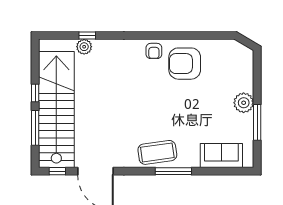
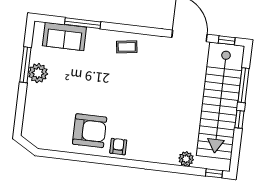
window: (87, 36) -> (214, 173), moved
plant: (244, 103) -> (38, 73), moved
coffee table: (157, 152) -> (127, 47), width x0.54, depth x0.58
window: (173, 171) -> (83, 23), moved

